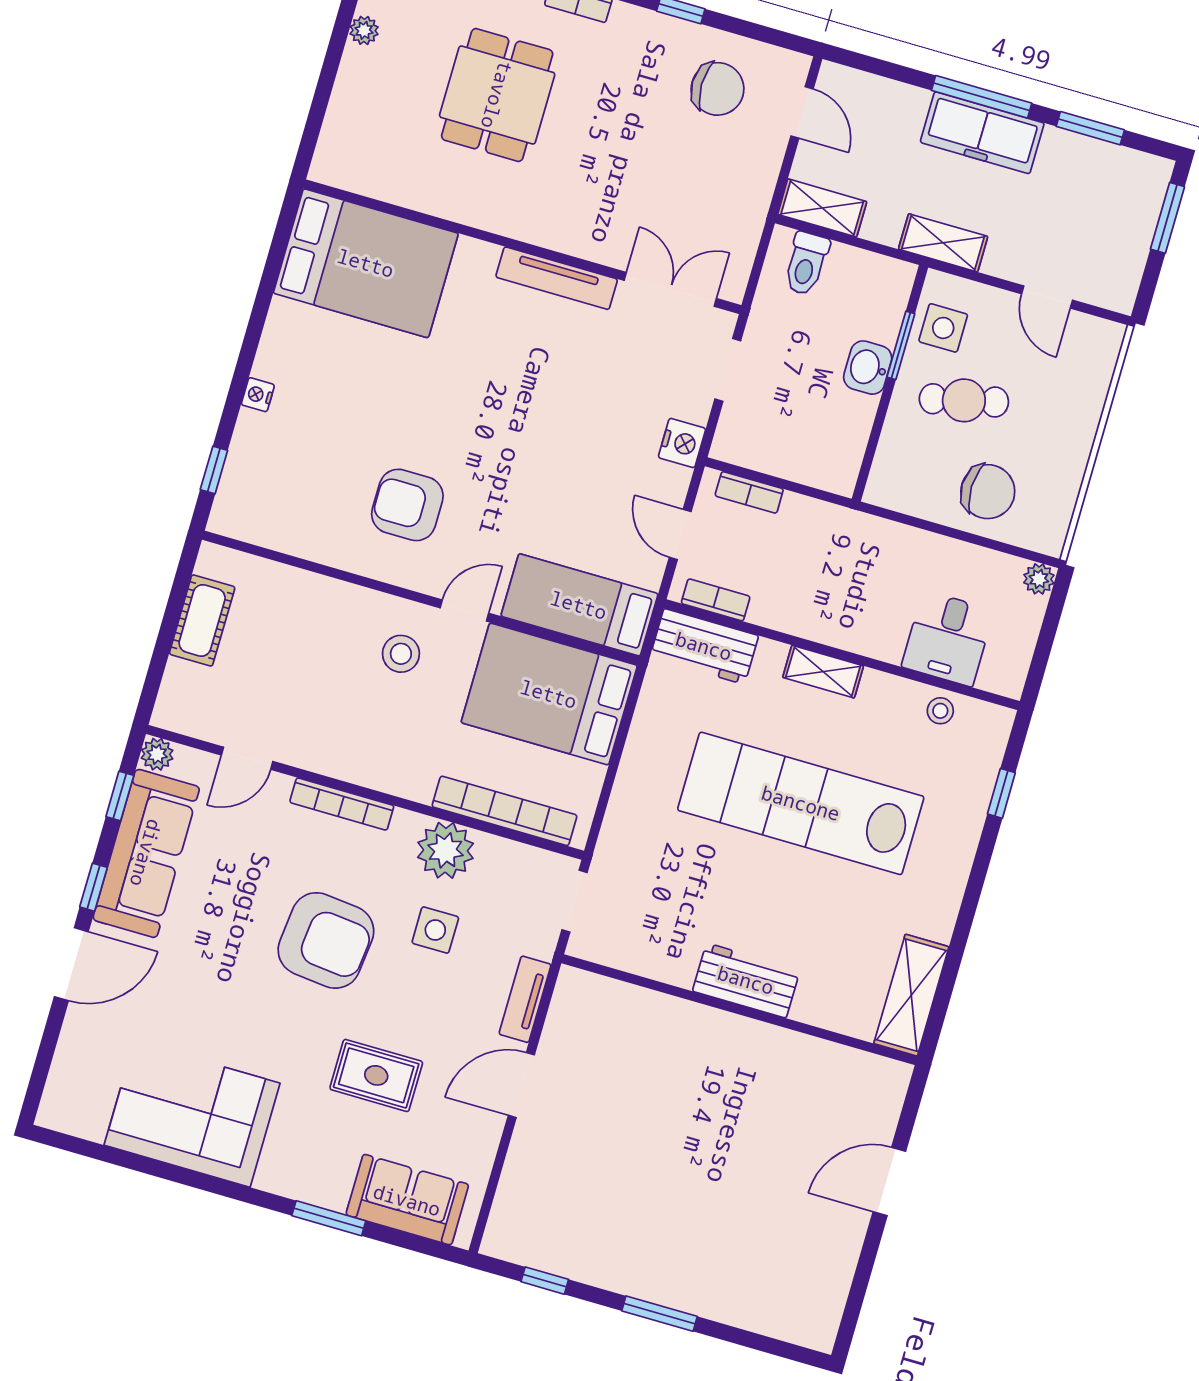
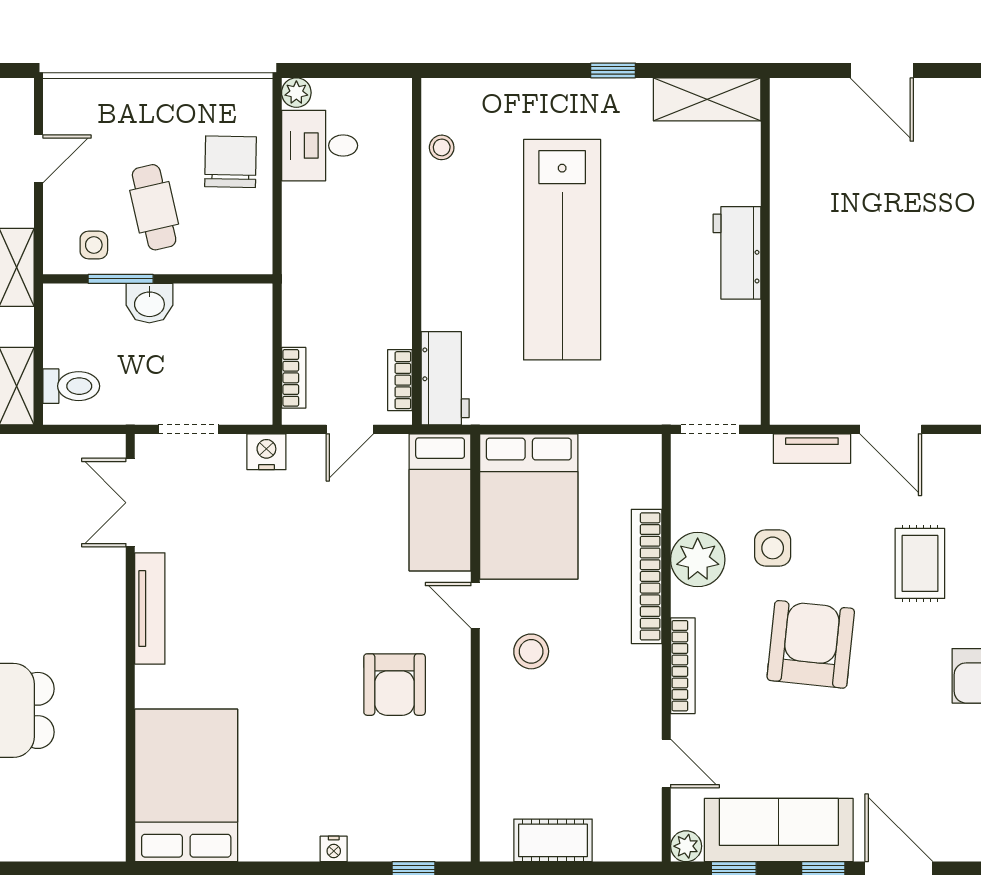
side table: (943, 328) -> (94, 245), width x0.73, depth x0.73
desk: (948, 639) -> (320, 146), moved, turned 180
shelving: (823, 672) -> (437, 264), removed
window: (1001, 793) -> (613, 70), moved
bookcase: (505, 811) -> (647, 576), moved

